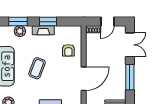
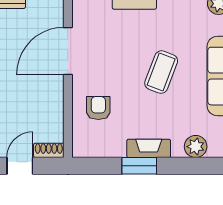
window: (18, 22) -> (199, 166), removed

